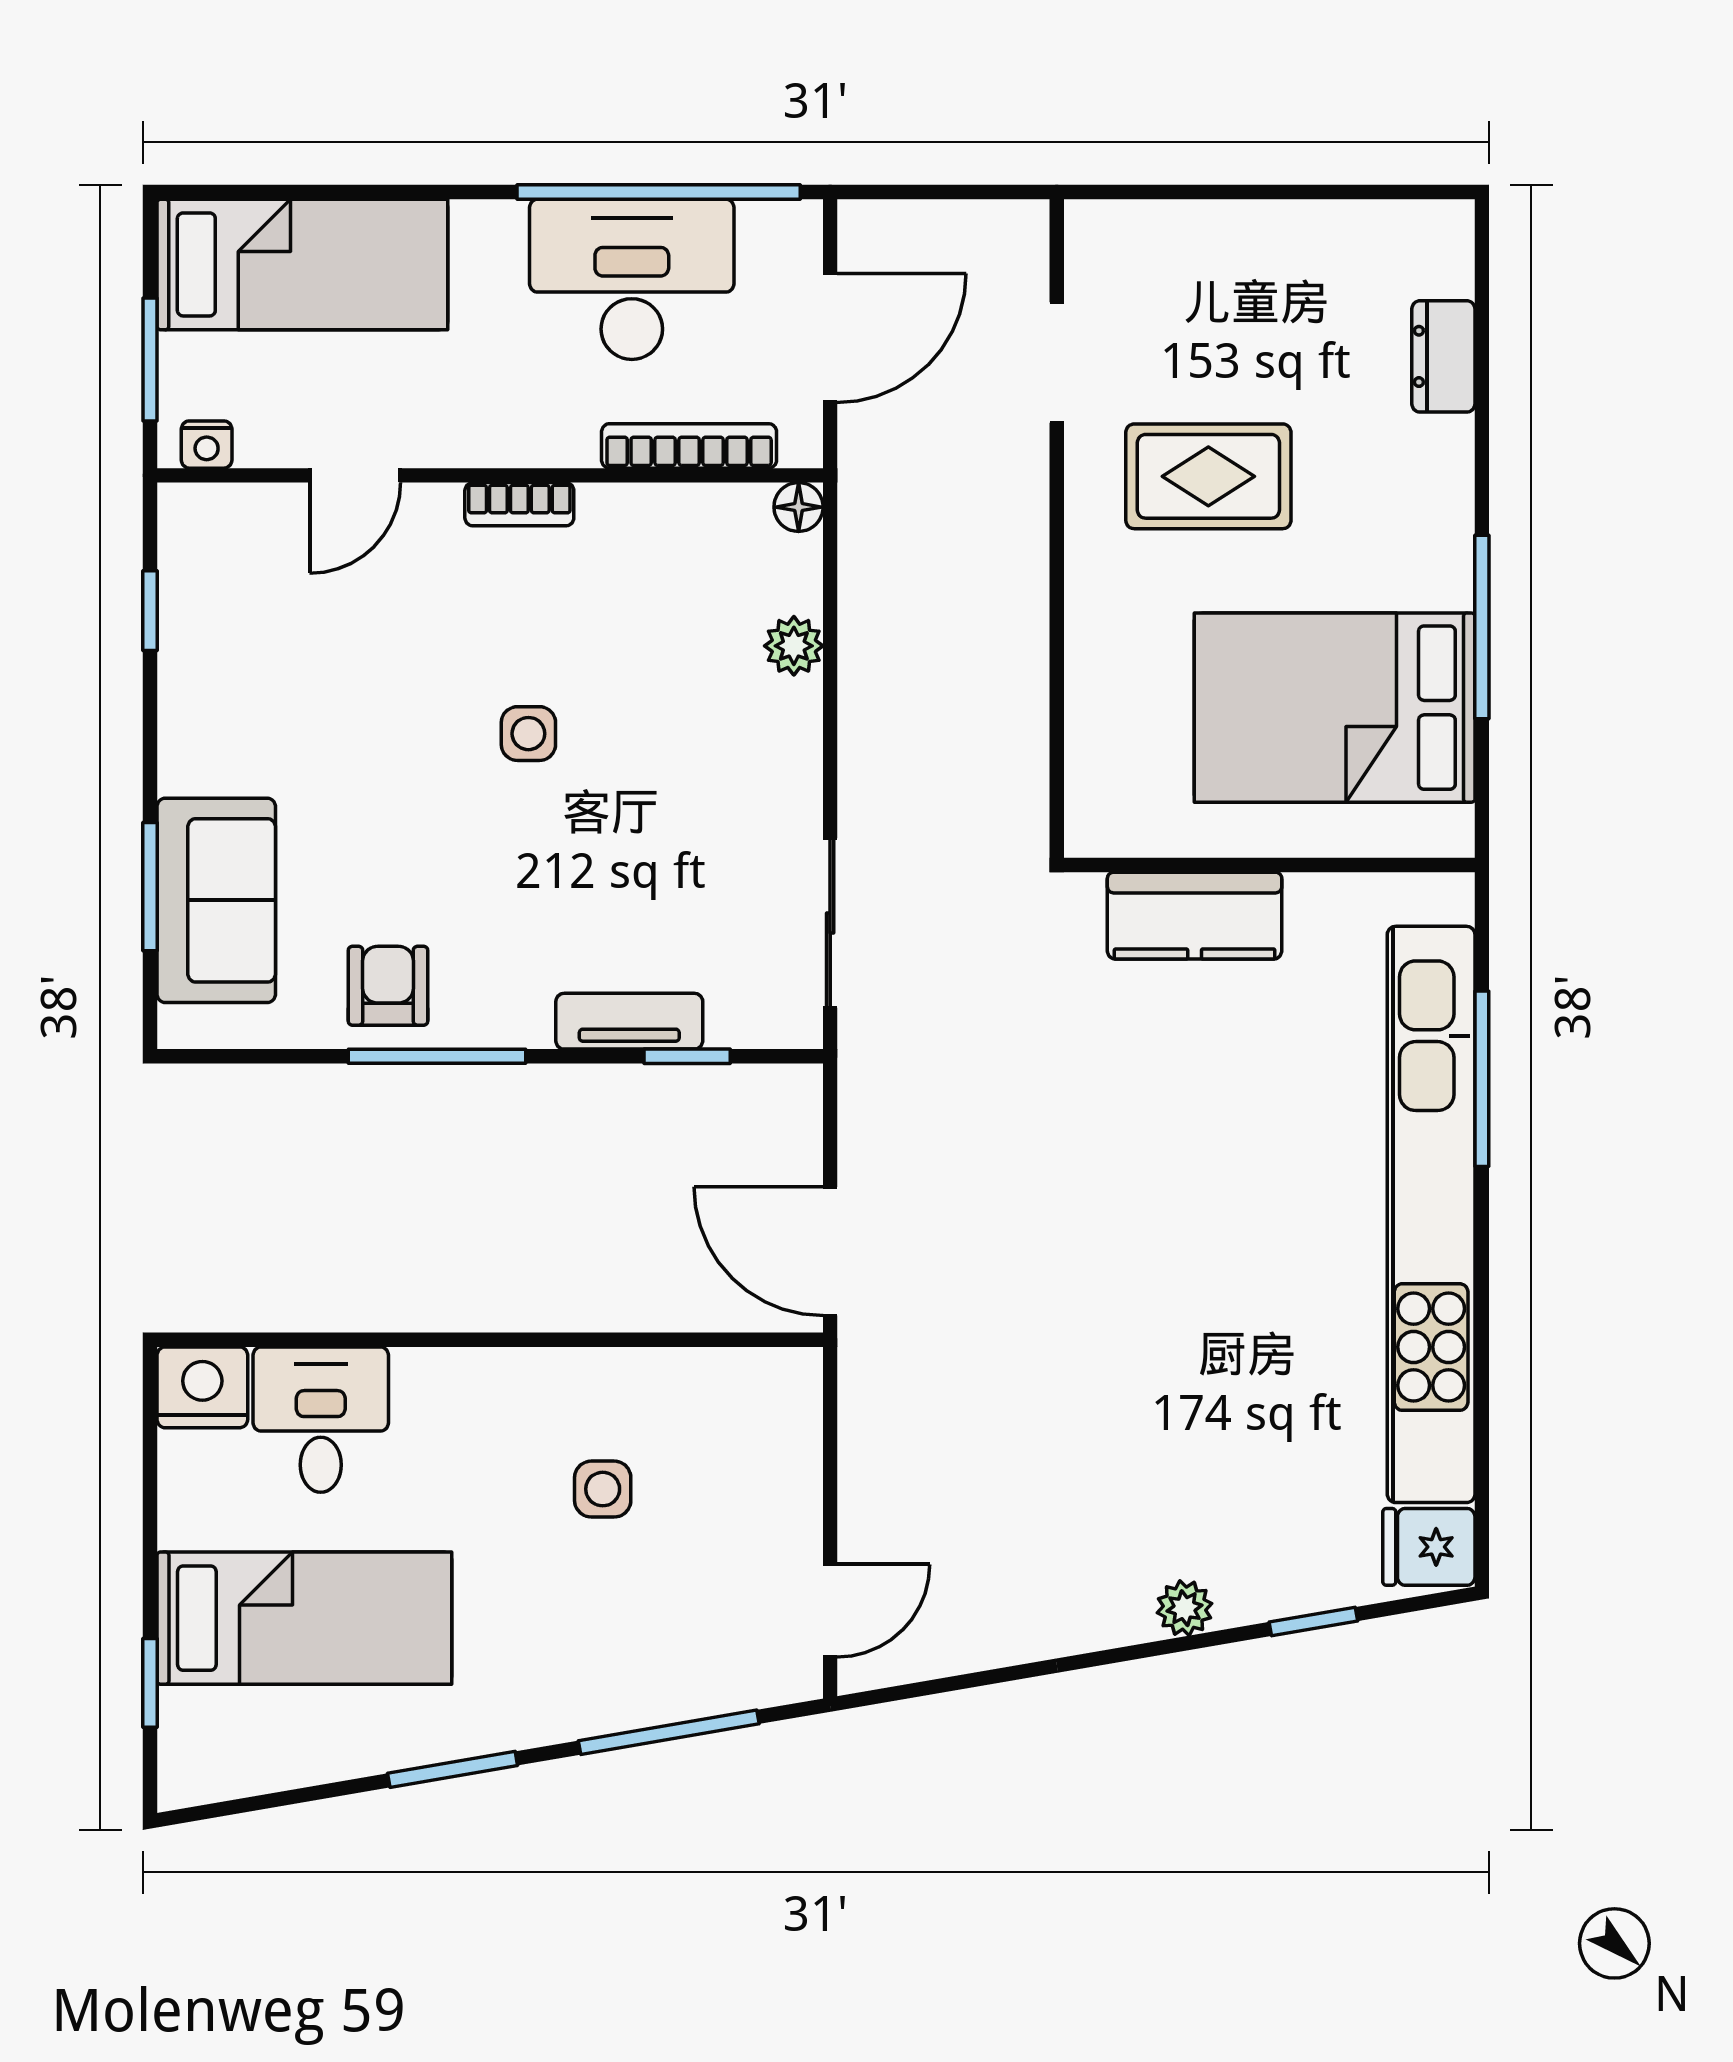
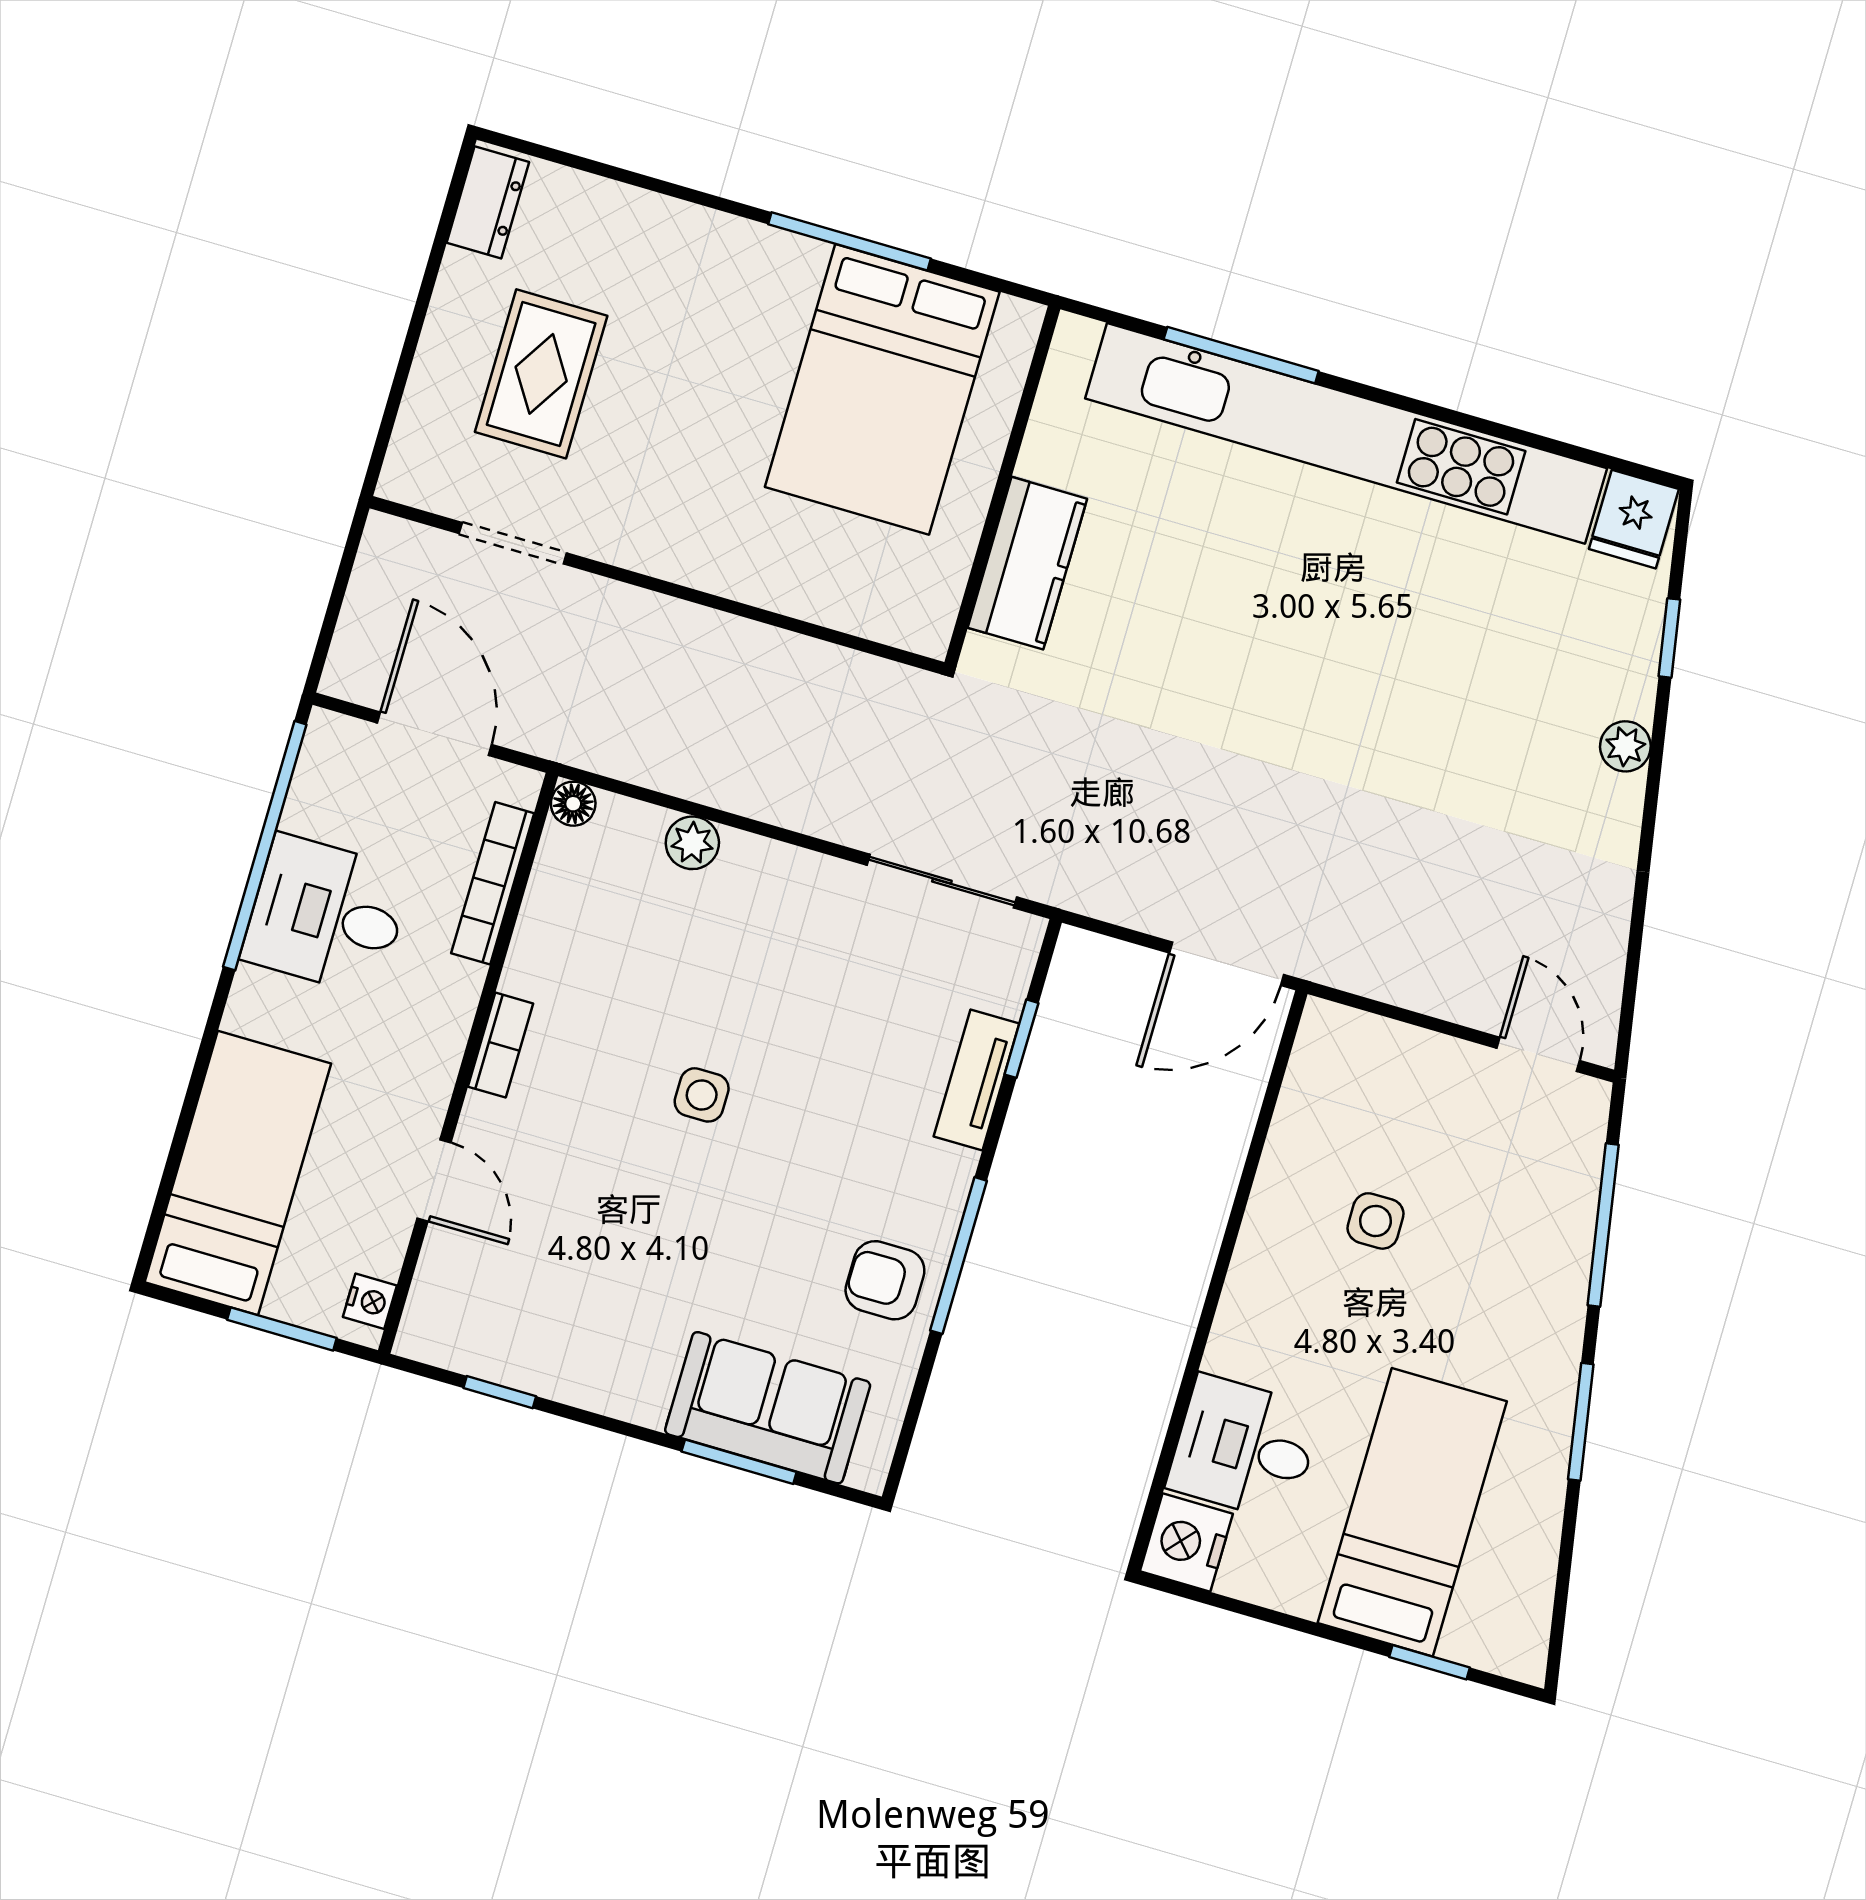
desk: (632, 279) -> (327, 915), width x0.73
dresser: (1443, 356) -> (488, 202), moved, turned -90
rug: (1208, 476) -> (541, 374), moved

